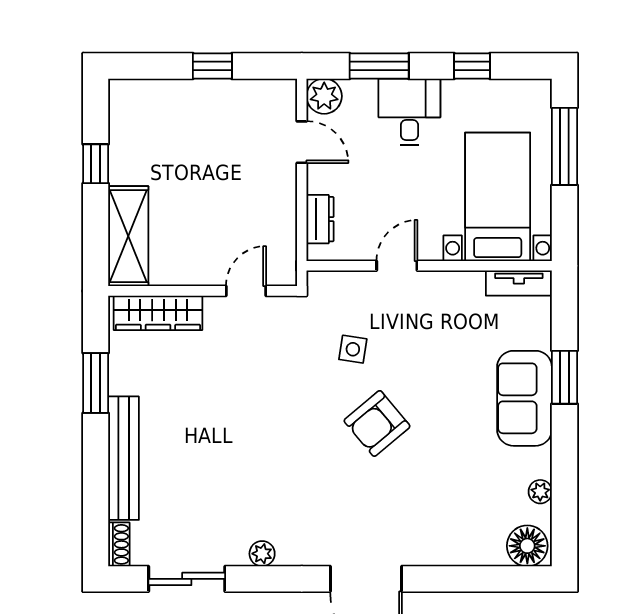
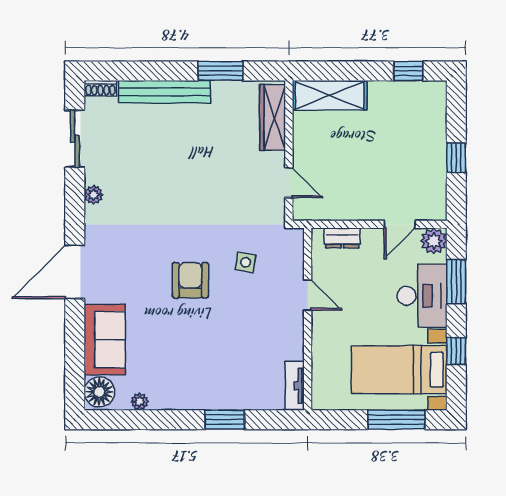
desk: (409, 112) -> (422, 296), width x1.37
window: (96, 164) -> (408, 71), moved
bed with nightstands: (498, 197) -> (399, 370), moved, turned 180
sofa: (524, 398) -> (105, 340), moved, turned 90
armchair: (377, 423) -> (190, 280), turned 40

